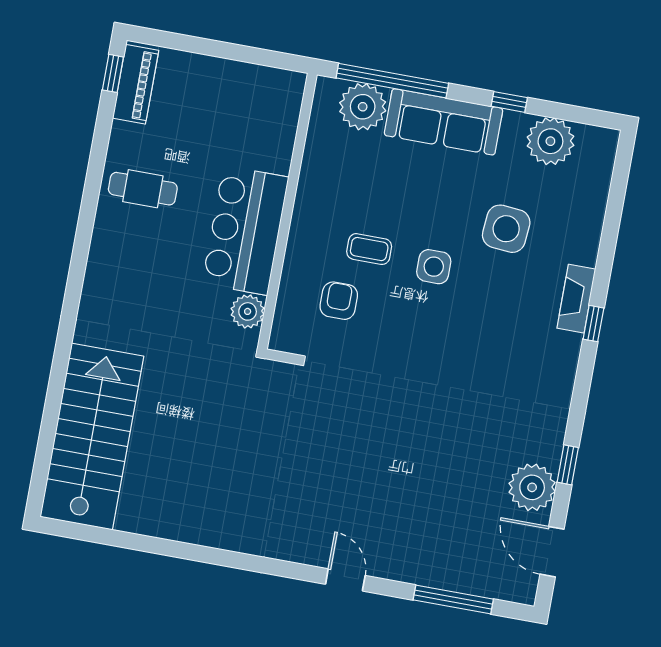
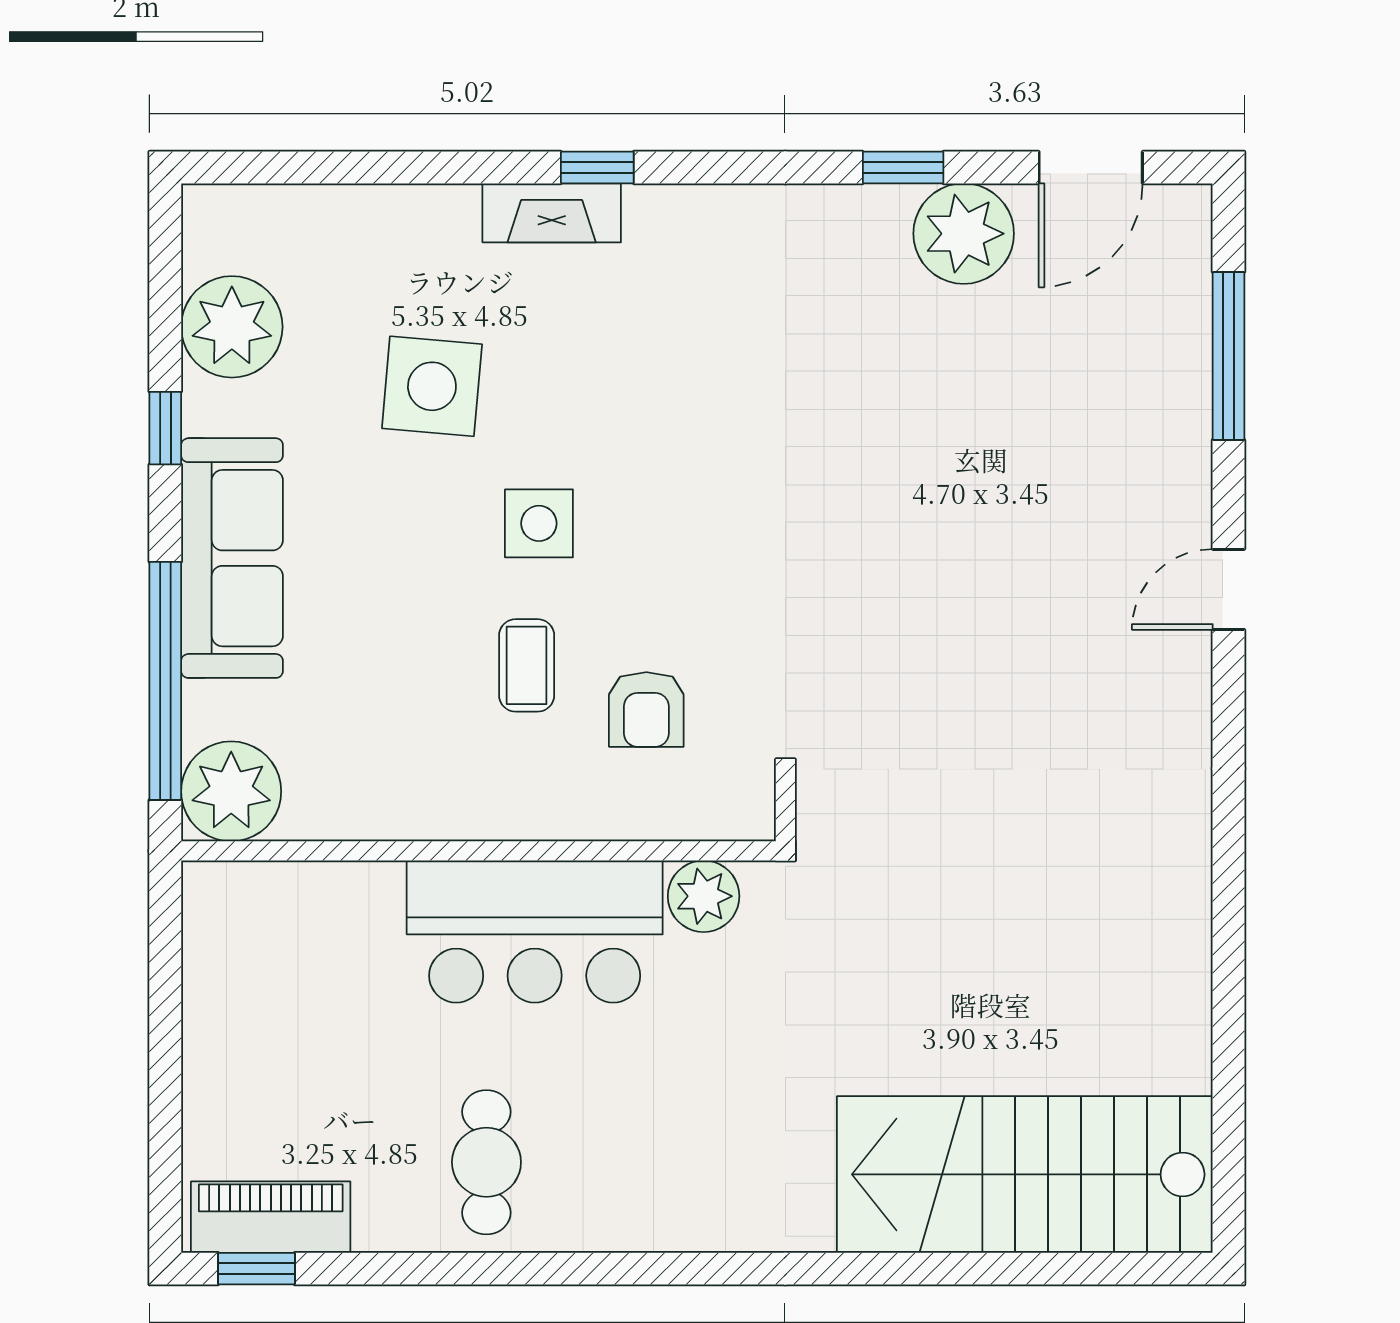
plant: (363, 107) -> (231, 791), moved
armchair: (339, 301) -> (646, 709), turned -90

